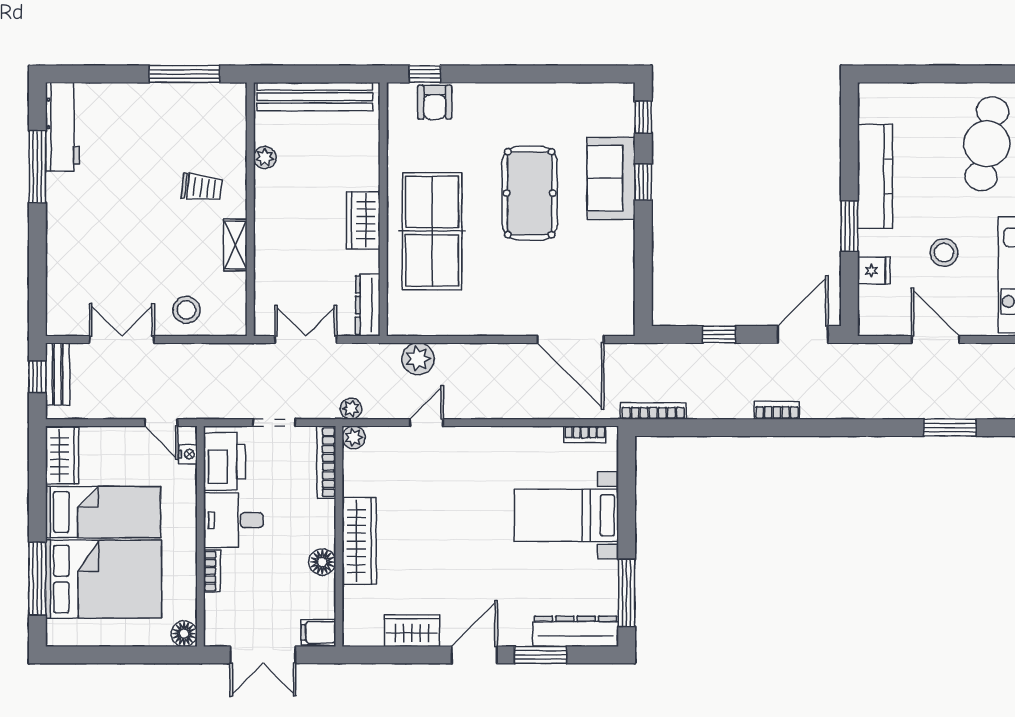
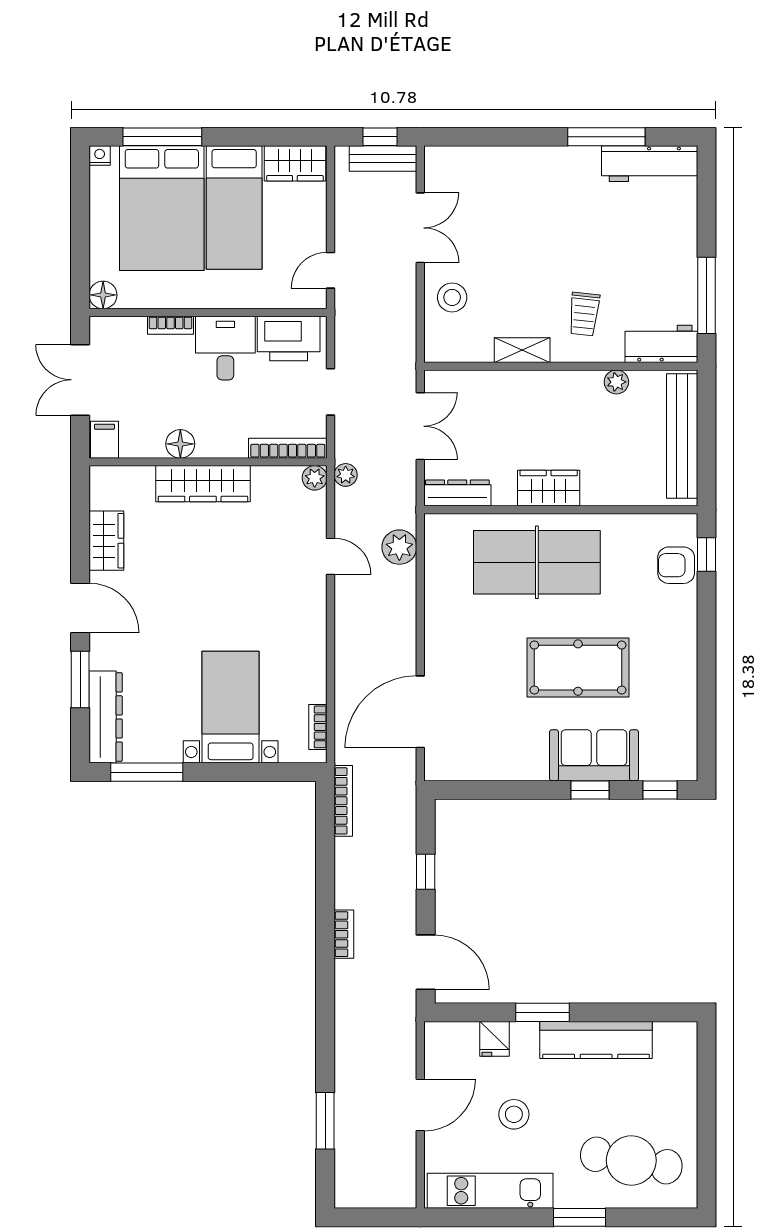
workbench: (230, 116) -> (661, 344), added
nightstand: (188, 454) -> (100, 156), moved, turned 180

